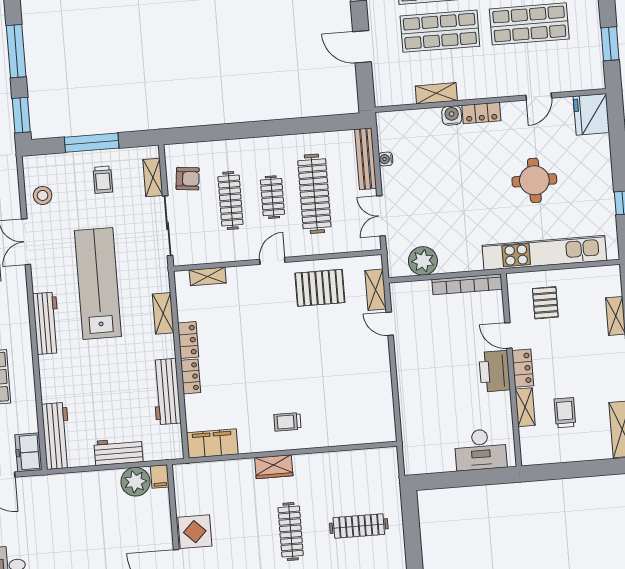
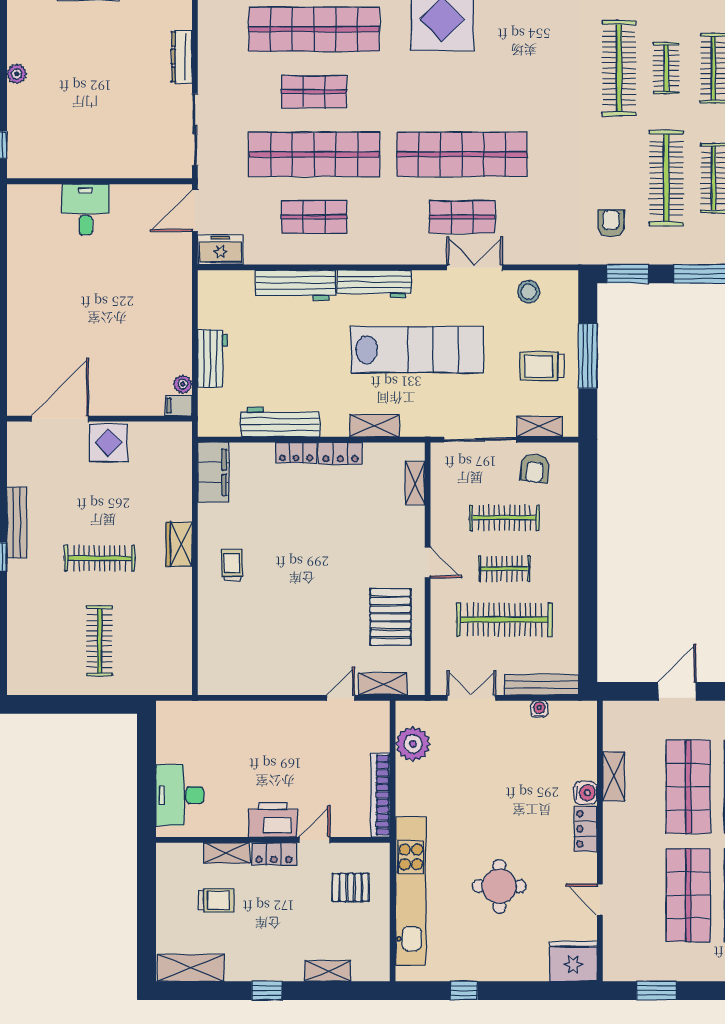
trolley: (103, 180) -> (542, 366), width x1.36, depth x1.39
workbench: (56, 436) -> (296, 285), moved
plant: (135, 482) -> (183, 384), width x0.53, depth x0.53

